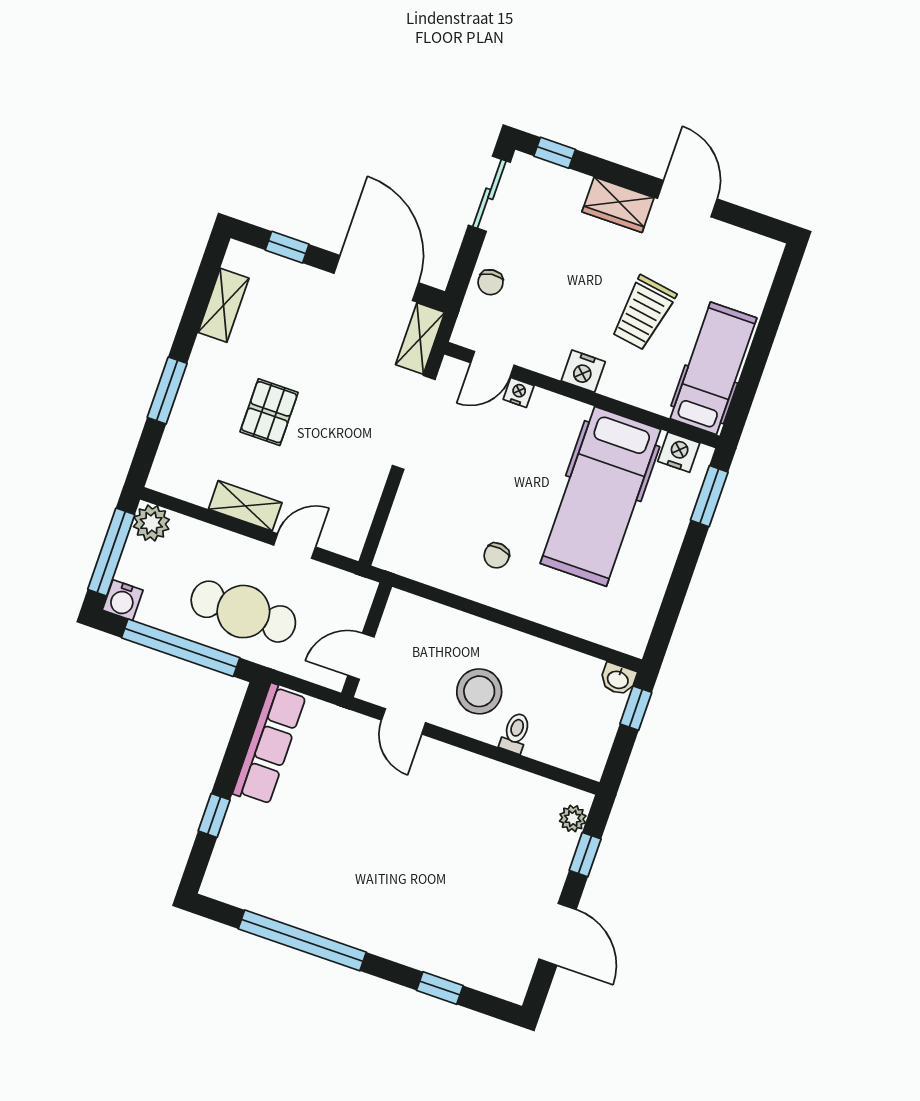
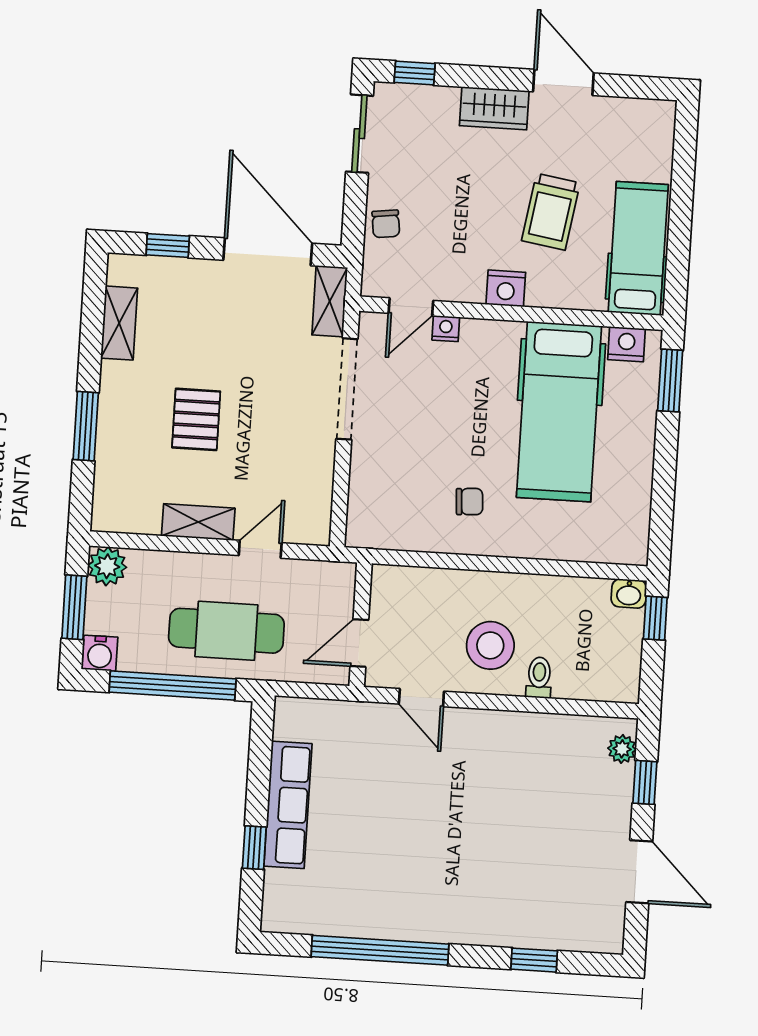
window: (111, 552) -> (74, 607), width x0.69
chair: (497, 556) -> (470, 502), turned -101
row of seats: (269, 744) -> (288, 805), moved

